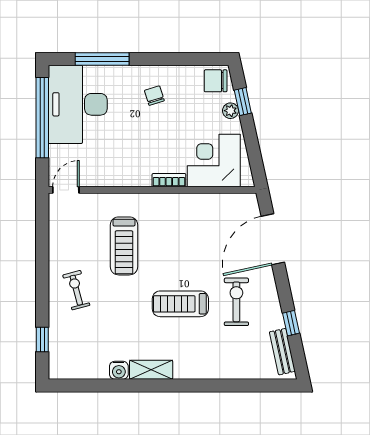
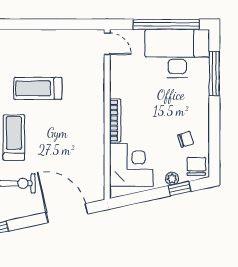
chair: (154, 96) -> (186, 139), moved
bookcase: (169, 180) -> (115, 120), width x1.56
treadmill: (124, 246) -> (38, 88), moved
exercise bike: (76, 290) -> (25, 52), removed

